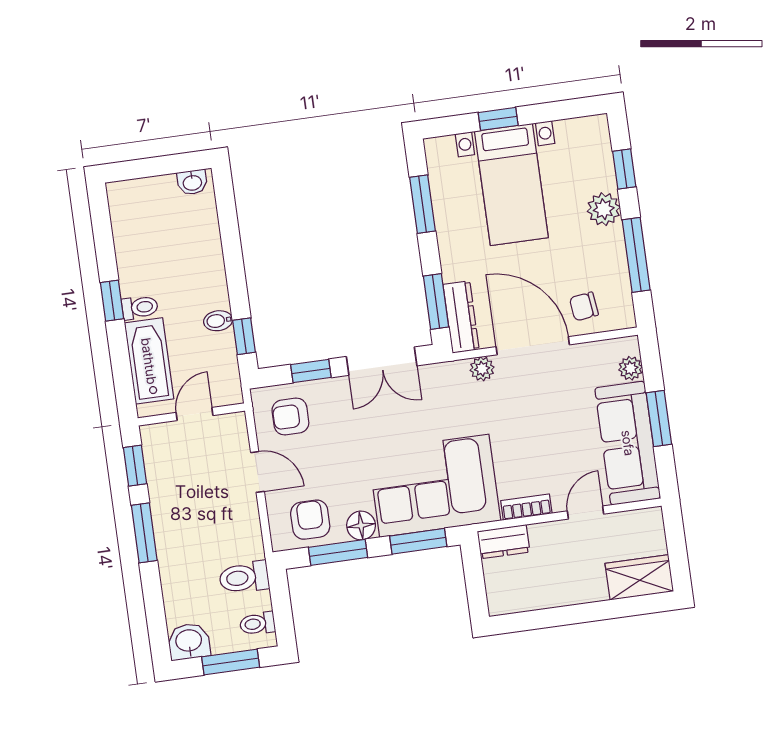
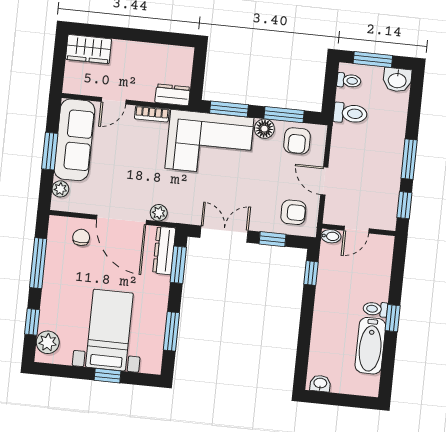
plant: (604, 209) -> (48, 342), moved
chair: (584, 306) -> (81, 237), turned -83
bidet: (218, 321) -> (331, 236), moved
bathtub: (149, 361) -> (370, 346), moved

